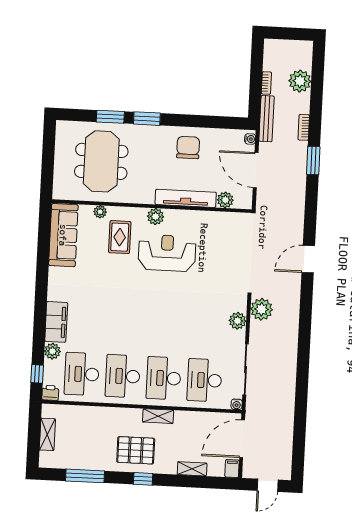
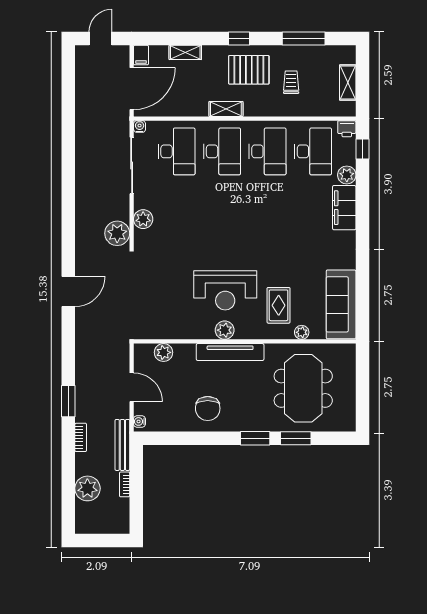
door: (256, 170) -> (132, 387), width x0.73
tv unit: (186, 198) -> (230, 352), moved
plant: (156, 217) -> (225, 330), moved
trolley: (98, 437) -> (291, 82), added

